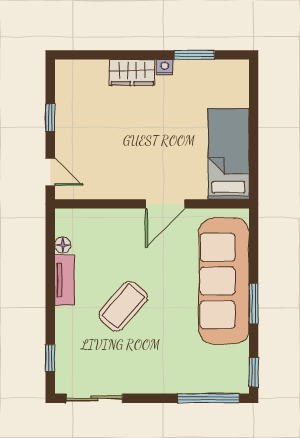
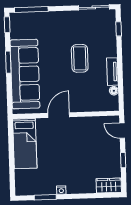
wardrobe: (132, 72) -> (109, 185), moved
coffee table: (123, 306) -> (80, 58), turned -41

